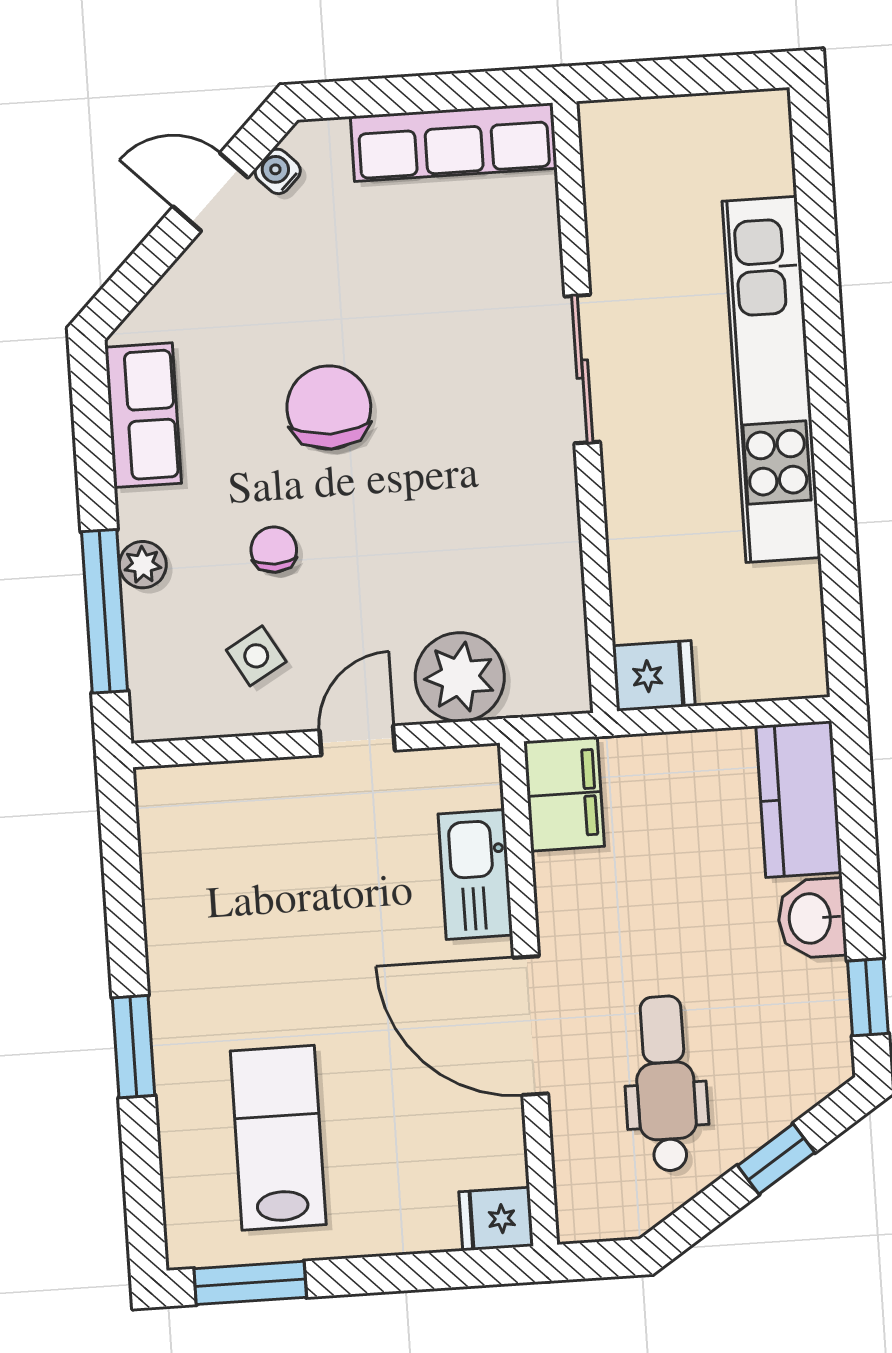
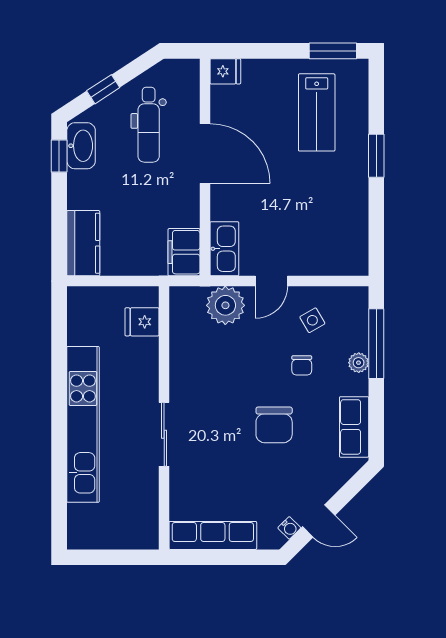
fridge: (654, 676) -> (142, 322), moved
kitchen sink: (475, 874) -> (224, 249), moved
washbasin: (812, 918) -> (81, 146), moved, width x1.38

